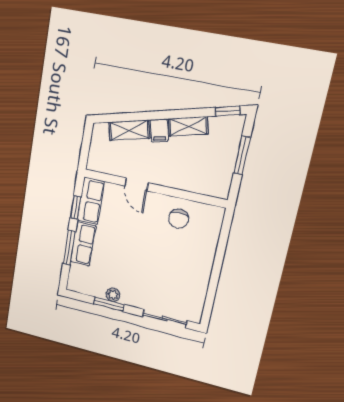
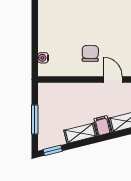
chair: (178, 219) -> (90, 53), moved
water cooler: (215, 229) -> (43, 58), added

